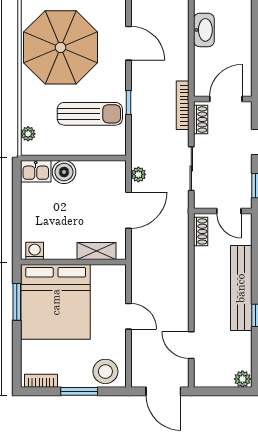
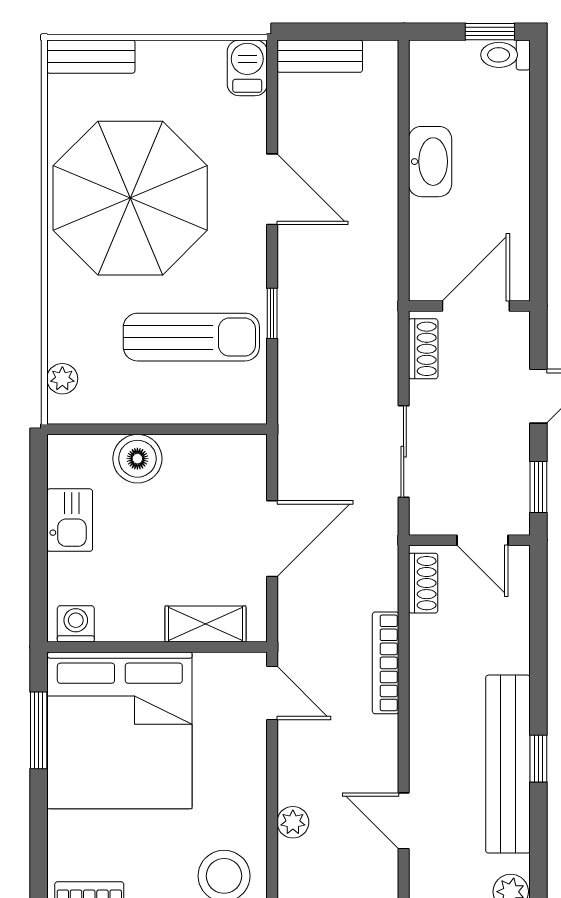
bookcase: (183, 105) -> (386, 663), moved
kitchen sink: (36, 171) -> (70, 520), moved, turned -90
plant: (138, 174) -> (293, 822), moved
bench: (241, 288) -> (508, 764), moved
door: (128, 316) -> (272, 693), moved

